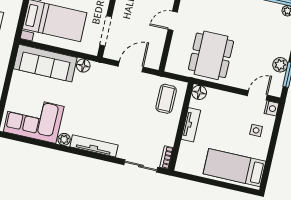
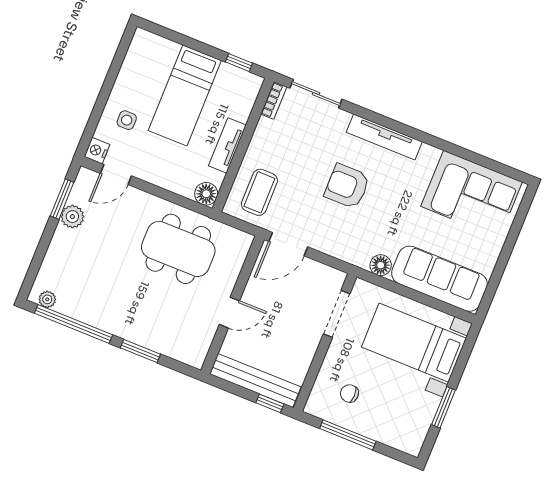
dining table: (211, 55) -> (178, 249), turned 90
door: (131, 67) -> (288, 244), moved
armchair: (112, 111) -> (347, 186), added
plant: (64, 139) -> (429, 155), removed
bed: (234, 168) -> (185, 95), moved, turned 90
window: (192, 178) -> (239, 63), added

